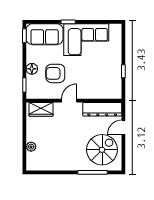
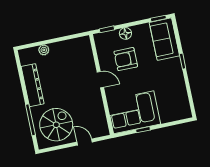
corner sofa: (86, 40) -> (134, 112), moved, turned 90
armchair: (55, 73) -> (126, 59), turned -90
wardrobe: (41, 109) -> (85, 52), removed
dresser: (102, 109) -> (33, 85), moved, turned 180
spiral stairs: (102, 150) -> (56, 125), turned -90

